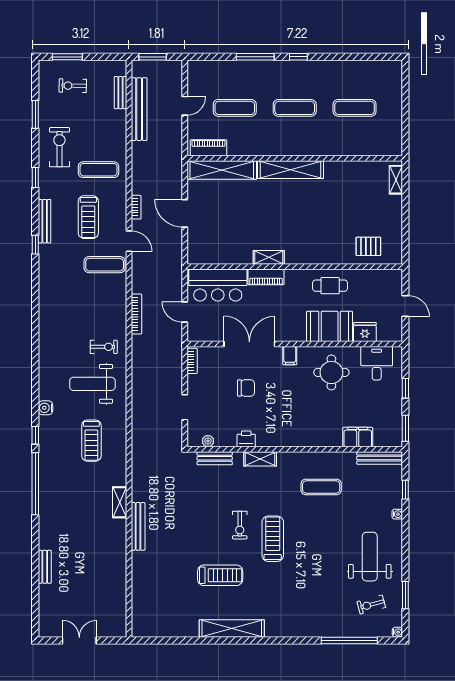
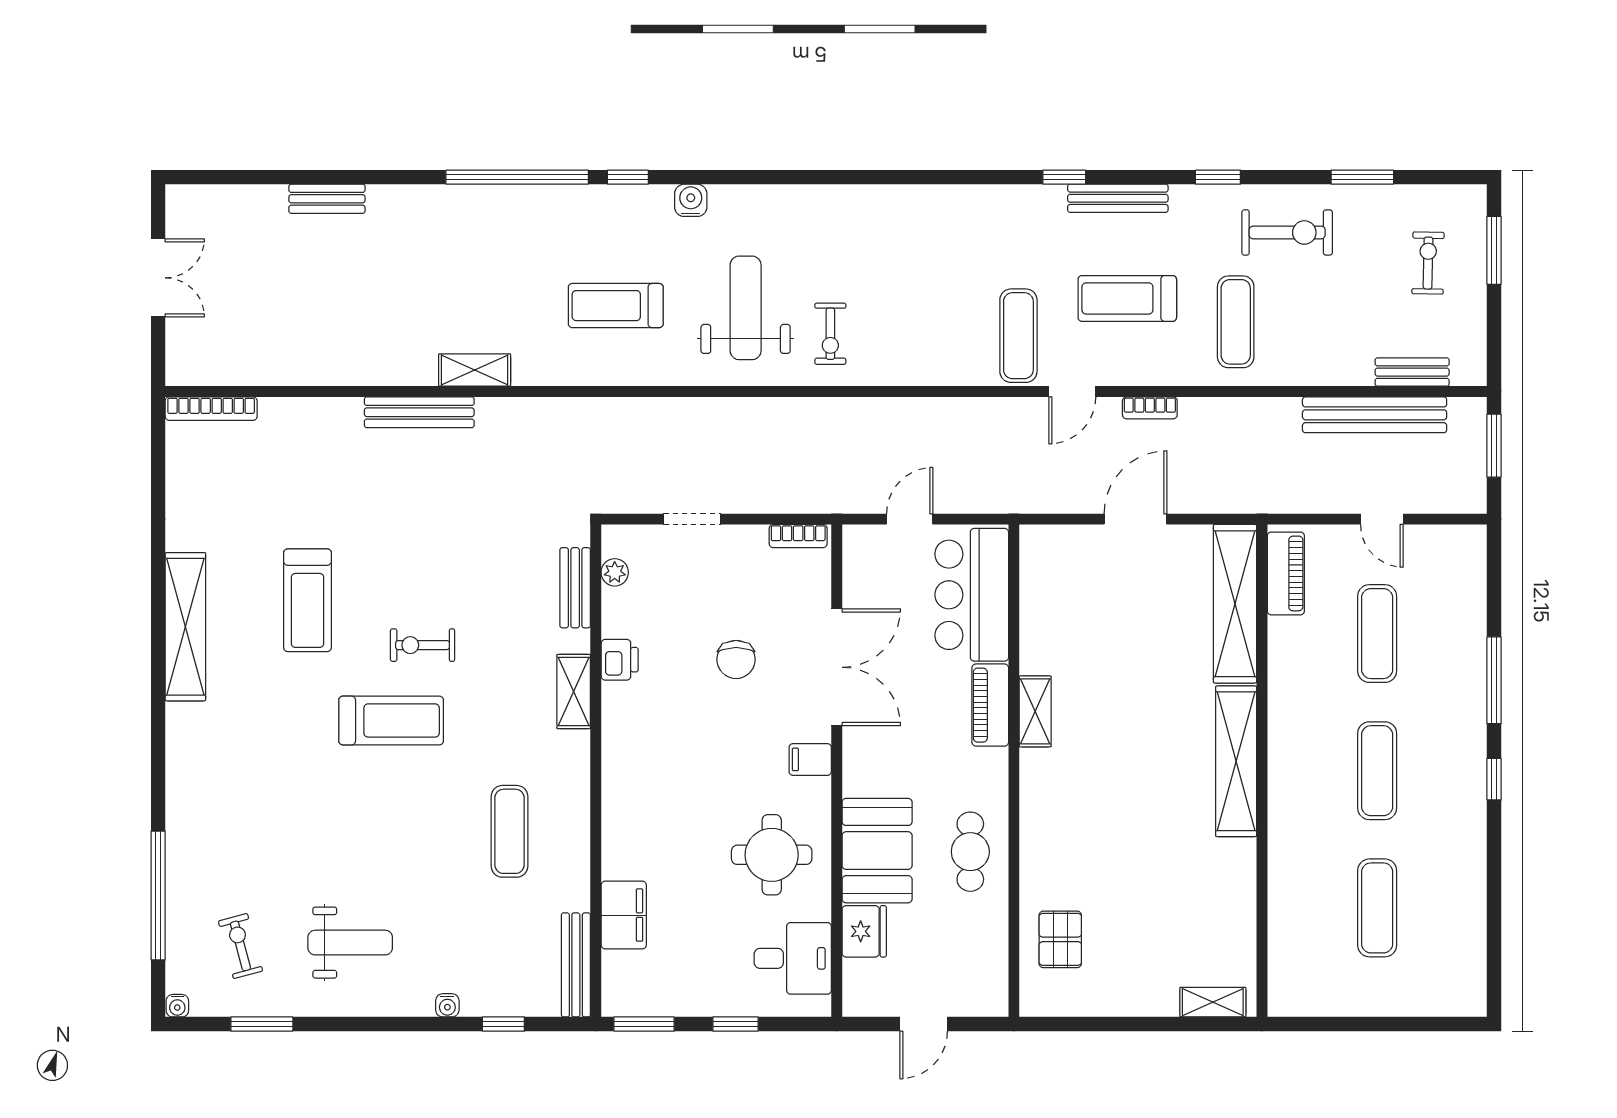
bookcase: (136, 314) -> (211, 409), moved
weight bench: (370, 557) -> (350, 943), width x0.73, depth x0.75

